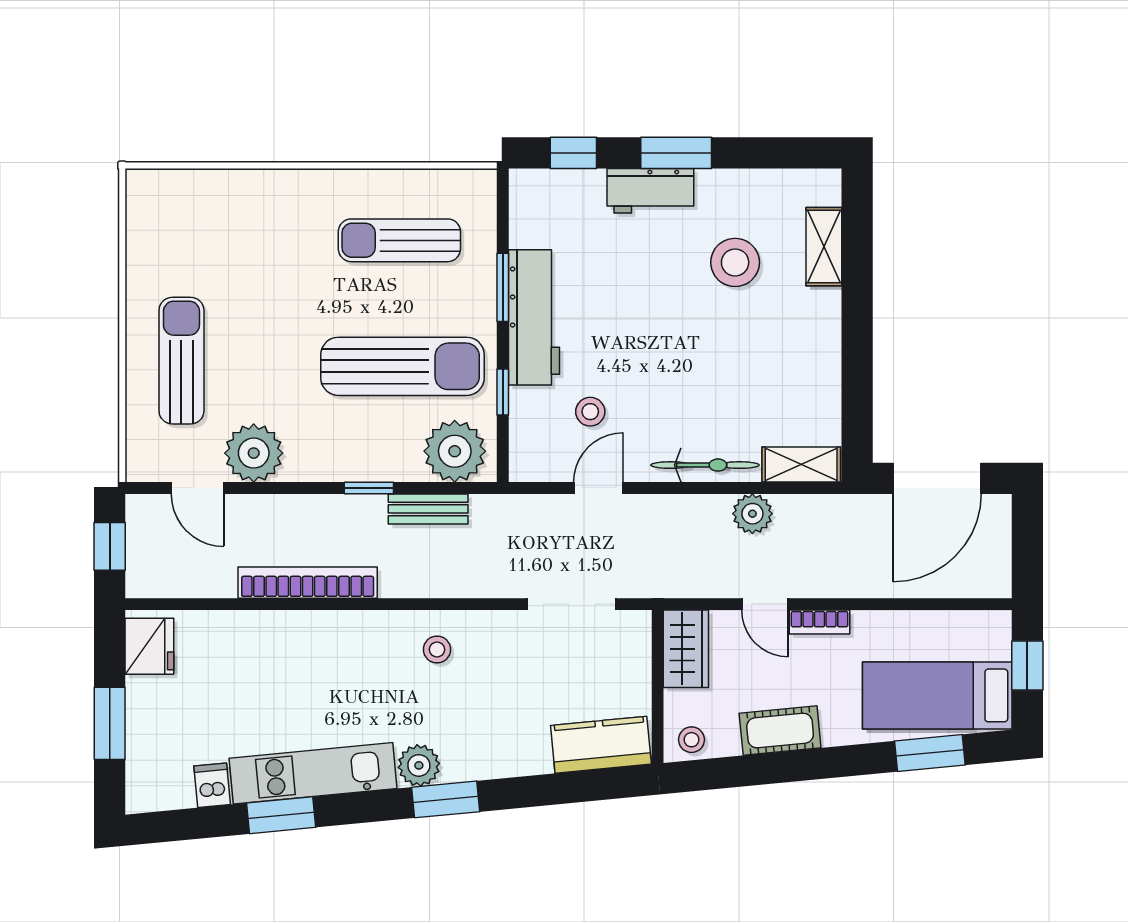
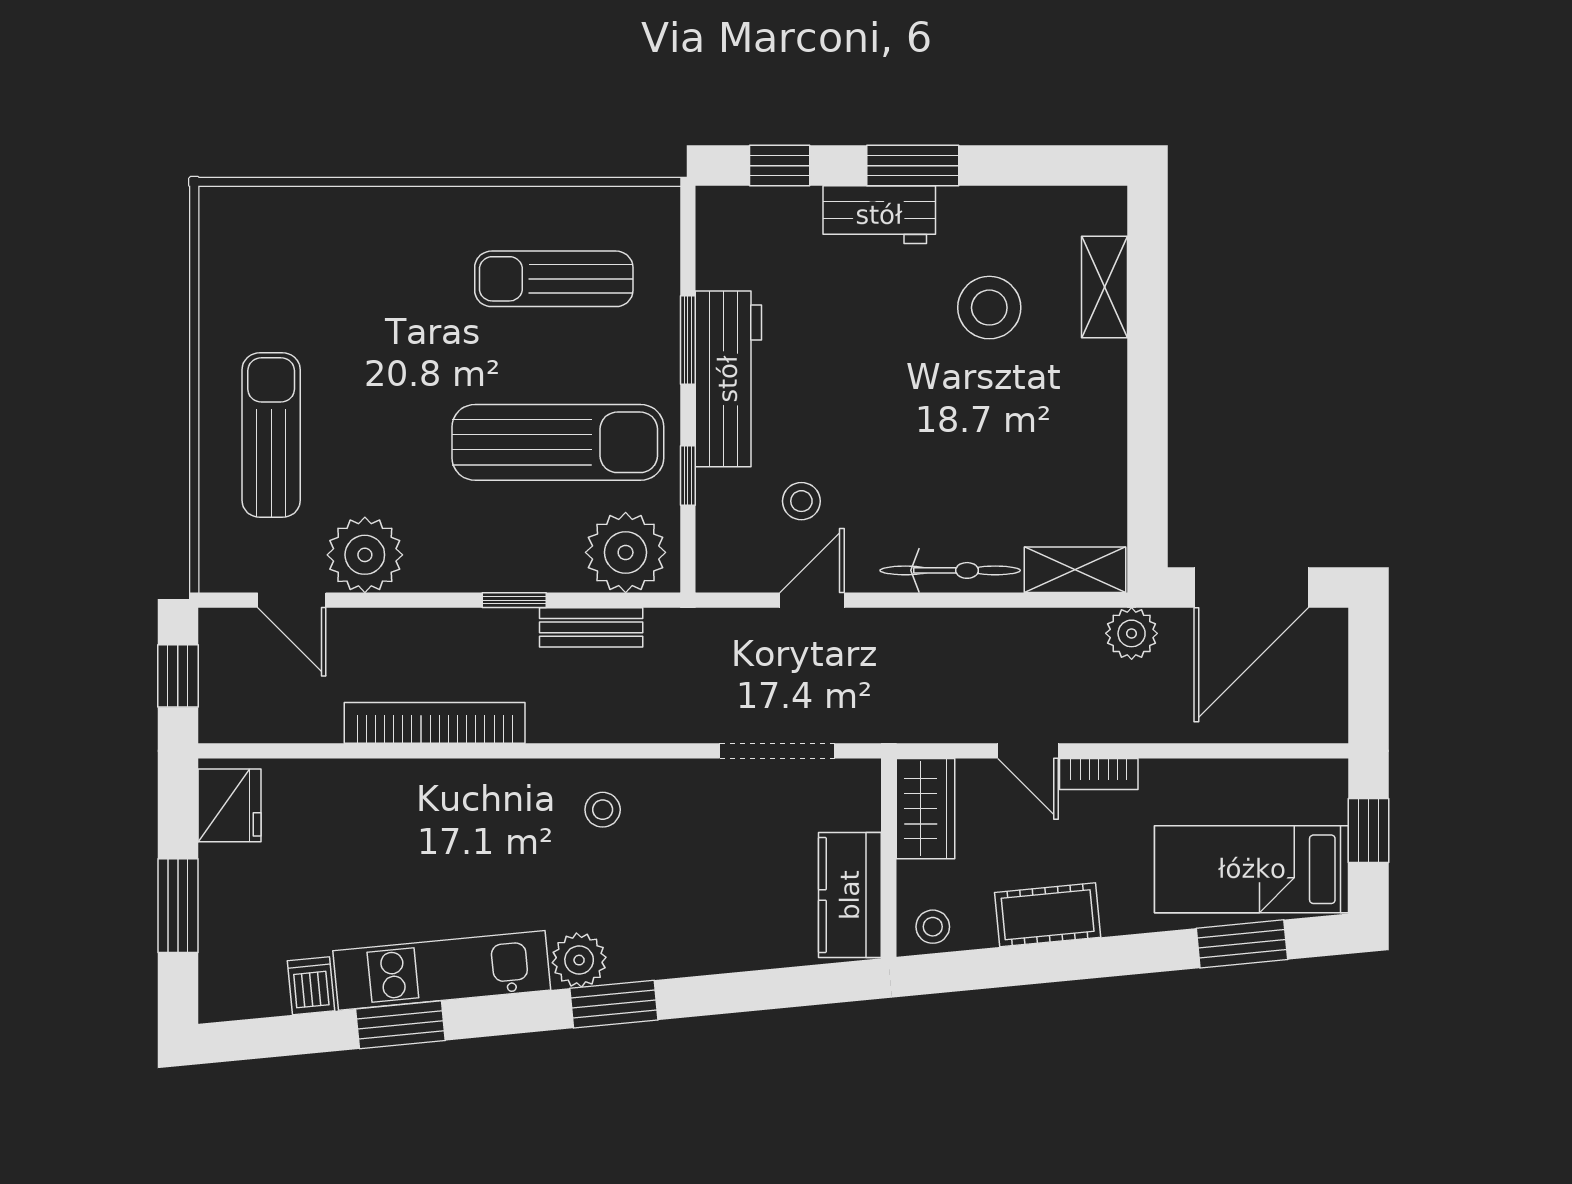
plant: (752, 514) -> (1132, 633), moved
kitchen counter: (601, 745) -> (850, 895), moved, turned -85

